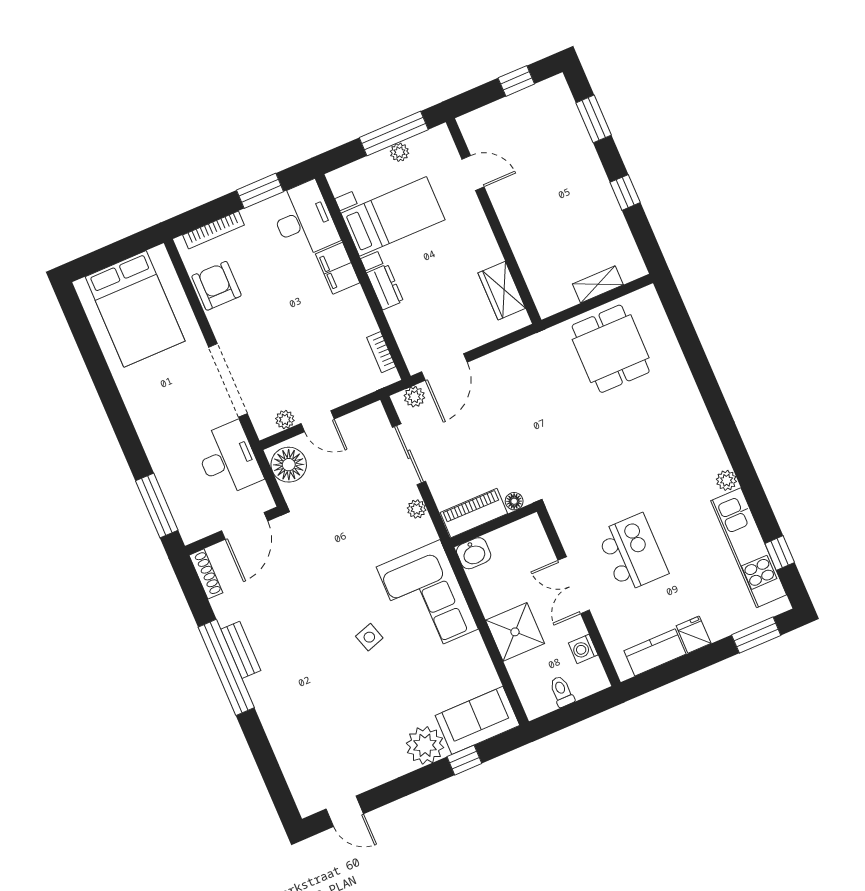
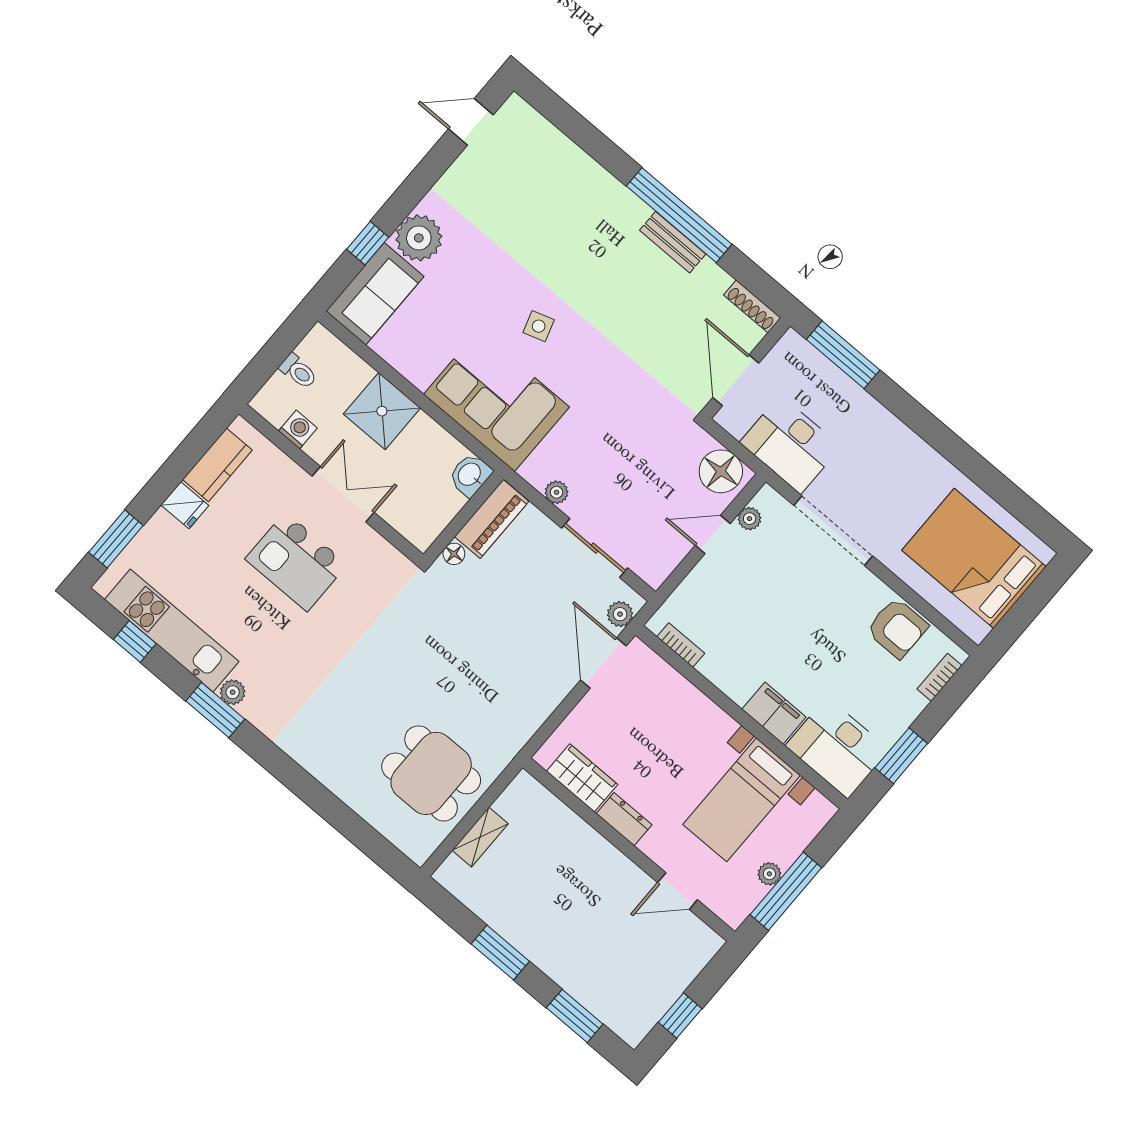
window: (625, 192) -> (500, 953), width x1.50
bookcase: (214, 230) -> (939, 677), width x0.64
dresser: (385, 287) -> (624, 819), moved, turned 180
window: (746, 474) -> (215, 710), added

